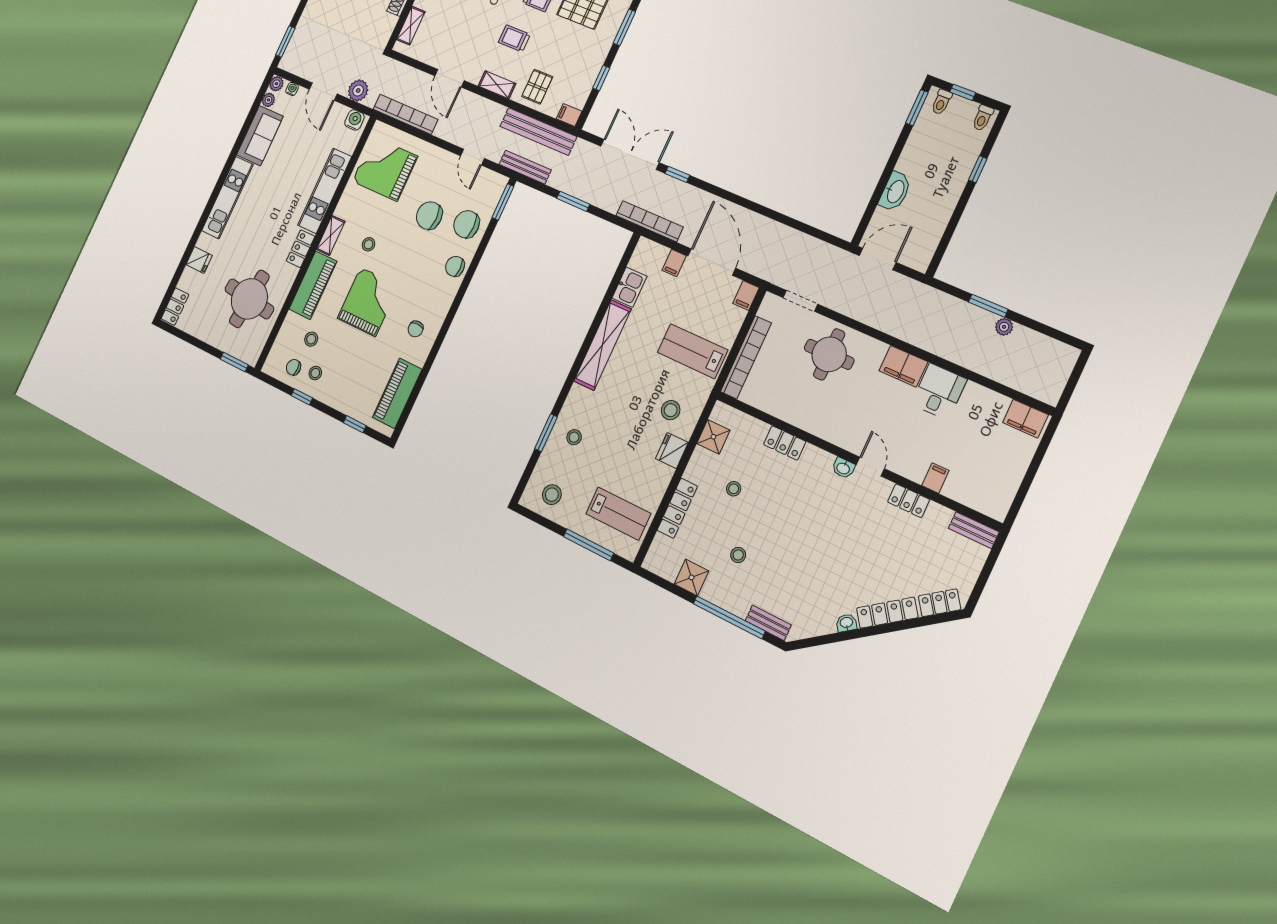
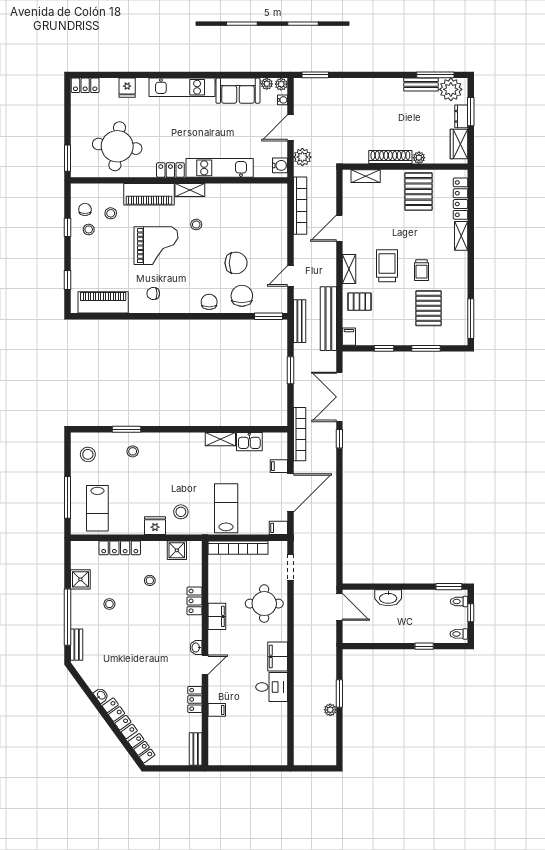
trolley: (514, 38) -> (387, 266), width x1.36, depth x1.39
double door: (630, 154) -> (339, 397), swing flipped
grand piano: (385, 169) -> (255, 209), removed
chair: (429, 216) -> (236, 263), turned 90
shelving: (602, 345) -> (220, 439), width x0.45, depth x0.75
filing cabinet: (1025, 419) -> (217, 616), moved, turned 180

